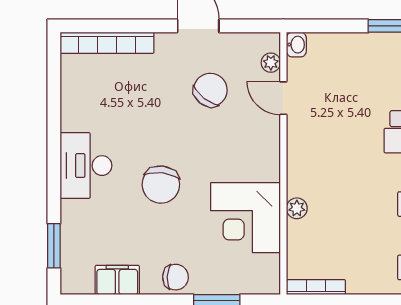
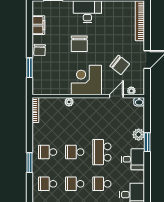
plant: (373, 46) -> (139, 135), added
chair: (161, 185) -> (79, 44), turned -97
corner desk: (245, 218) -> (86, 80), moved

